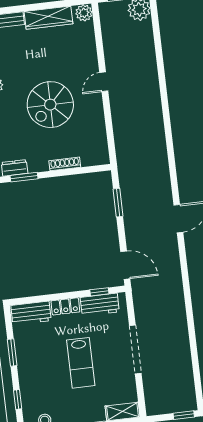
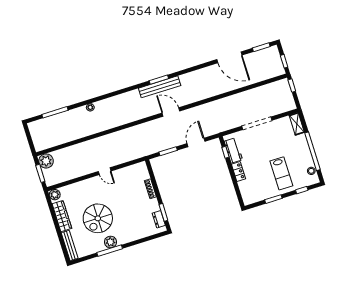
door: (104, 82) -> (105, 171), moved
spiral stairs: (50, 105) -> (98, 218), moved, turned 90
door: (125, 265) -> (196, 142), moved
workbench: (31, 313) -> (247, 192), removed
lab bench: (81, 363) -> (281, 173), moved, turned 90

